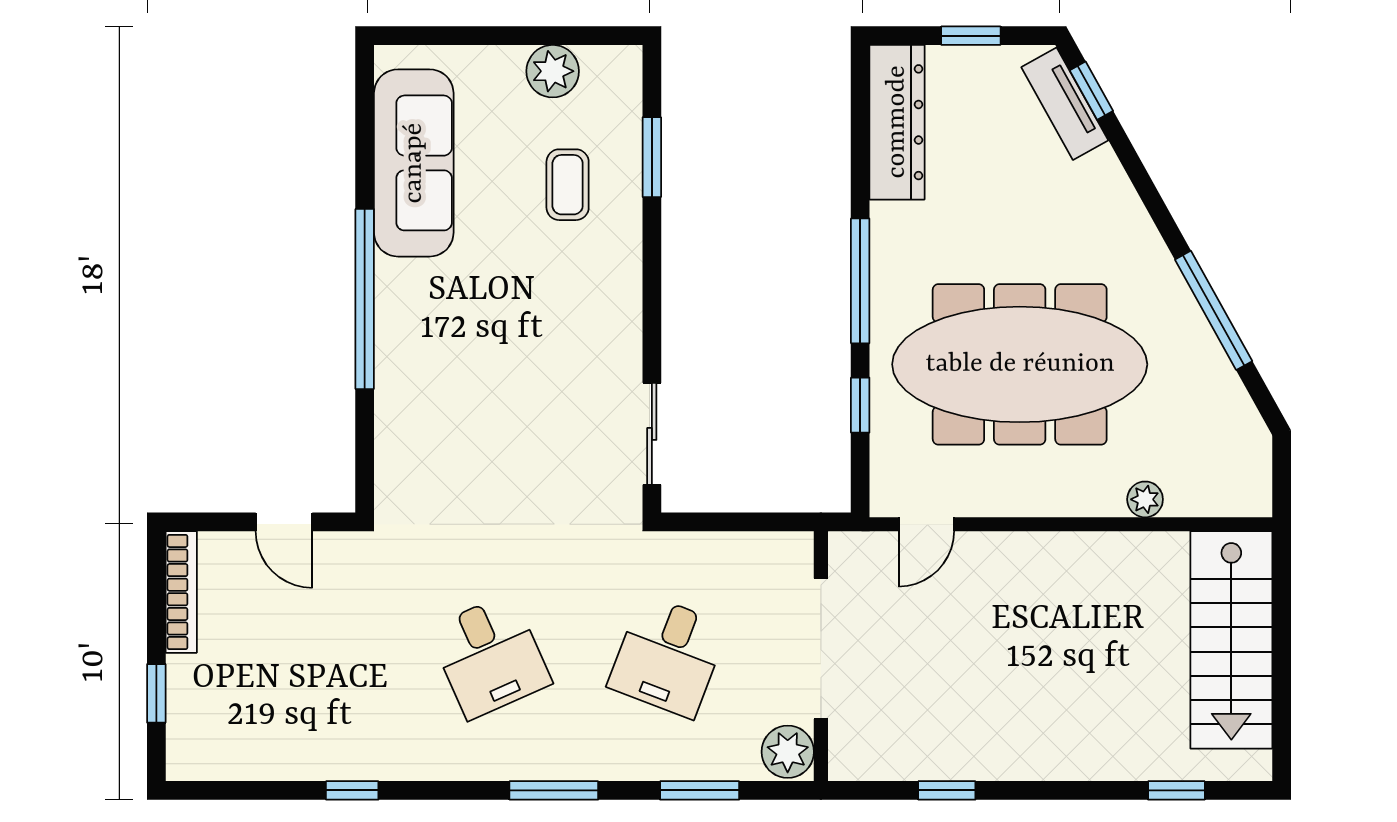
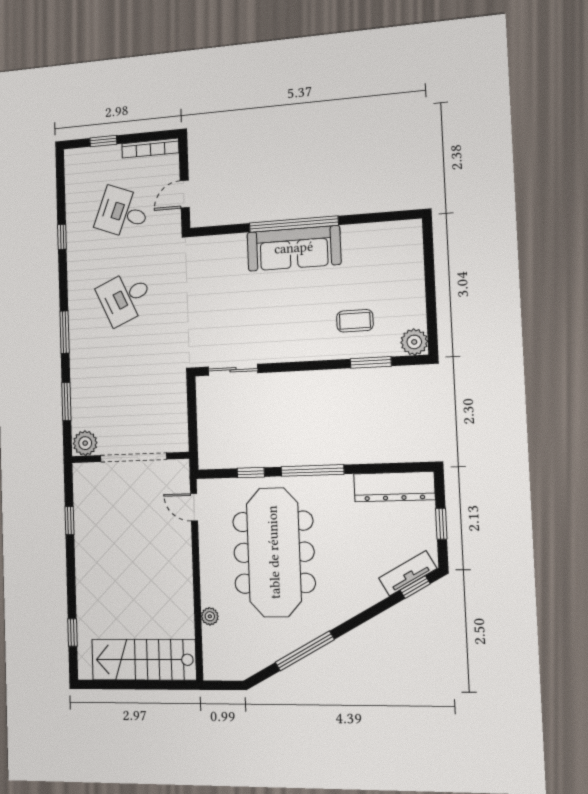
plant: (553, 71) -> (414, 342), moved
sofa: (414, 163) -> (294, 248), moved
desk: (668, 656) -> (123, 213), moved

